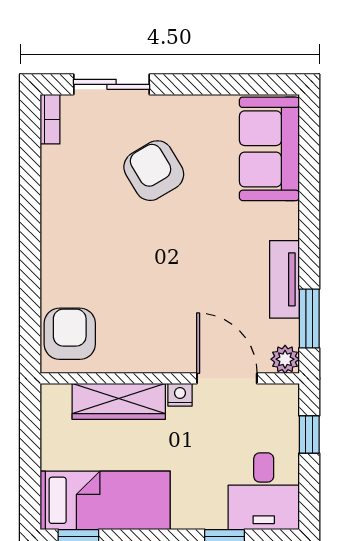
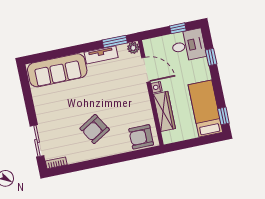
sofa: (269, 149) -> (57, 70), width x1.36
armchair: (154, 171) -> (95, 129), moved
door: (227, 378) -> (146, 70), swing flipped
window: (309, 434) -> (178, 28), moved

